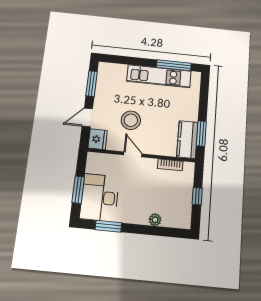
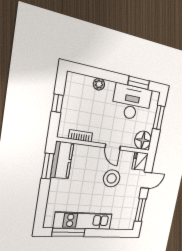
floor lamp: (96, 163) -> (143, 140), added
desk: (100, 198) -> (132, 102), moved, turned -90

